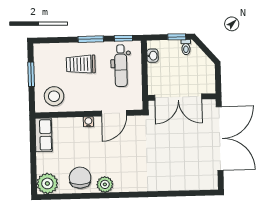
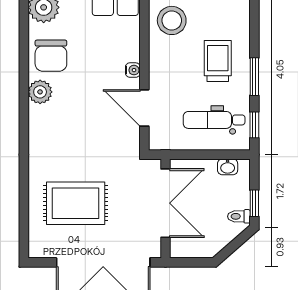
double door: (178, 97) -> (165, 203), swing flipped
rug: (180, 158) -> (76, 203), added
chair: (80, 178) -> (51, 56), turned 90

